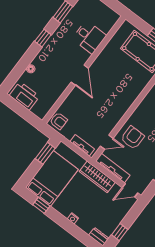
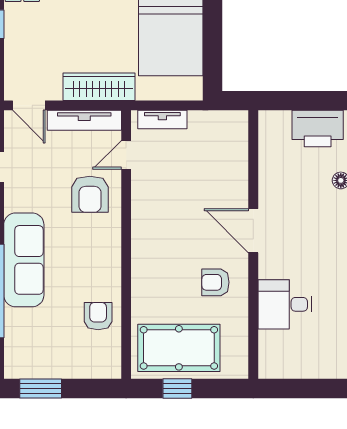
armchair: (59, 121) -> (215, 282), moved
window: (45, 153) -> (212, 61), removed
door: (130, 190) -> (29, 105), swing flipped

